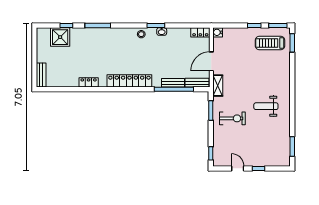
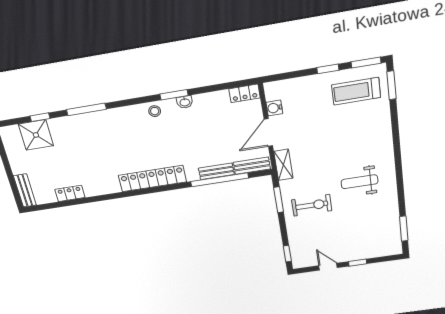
water cooler: (218, 32) -> (274, 108), moved
locker: (89, 82) -> (70, 193), moved

